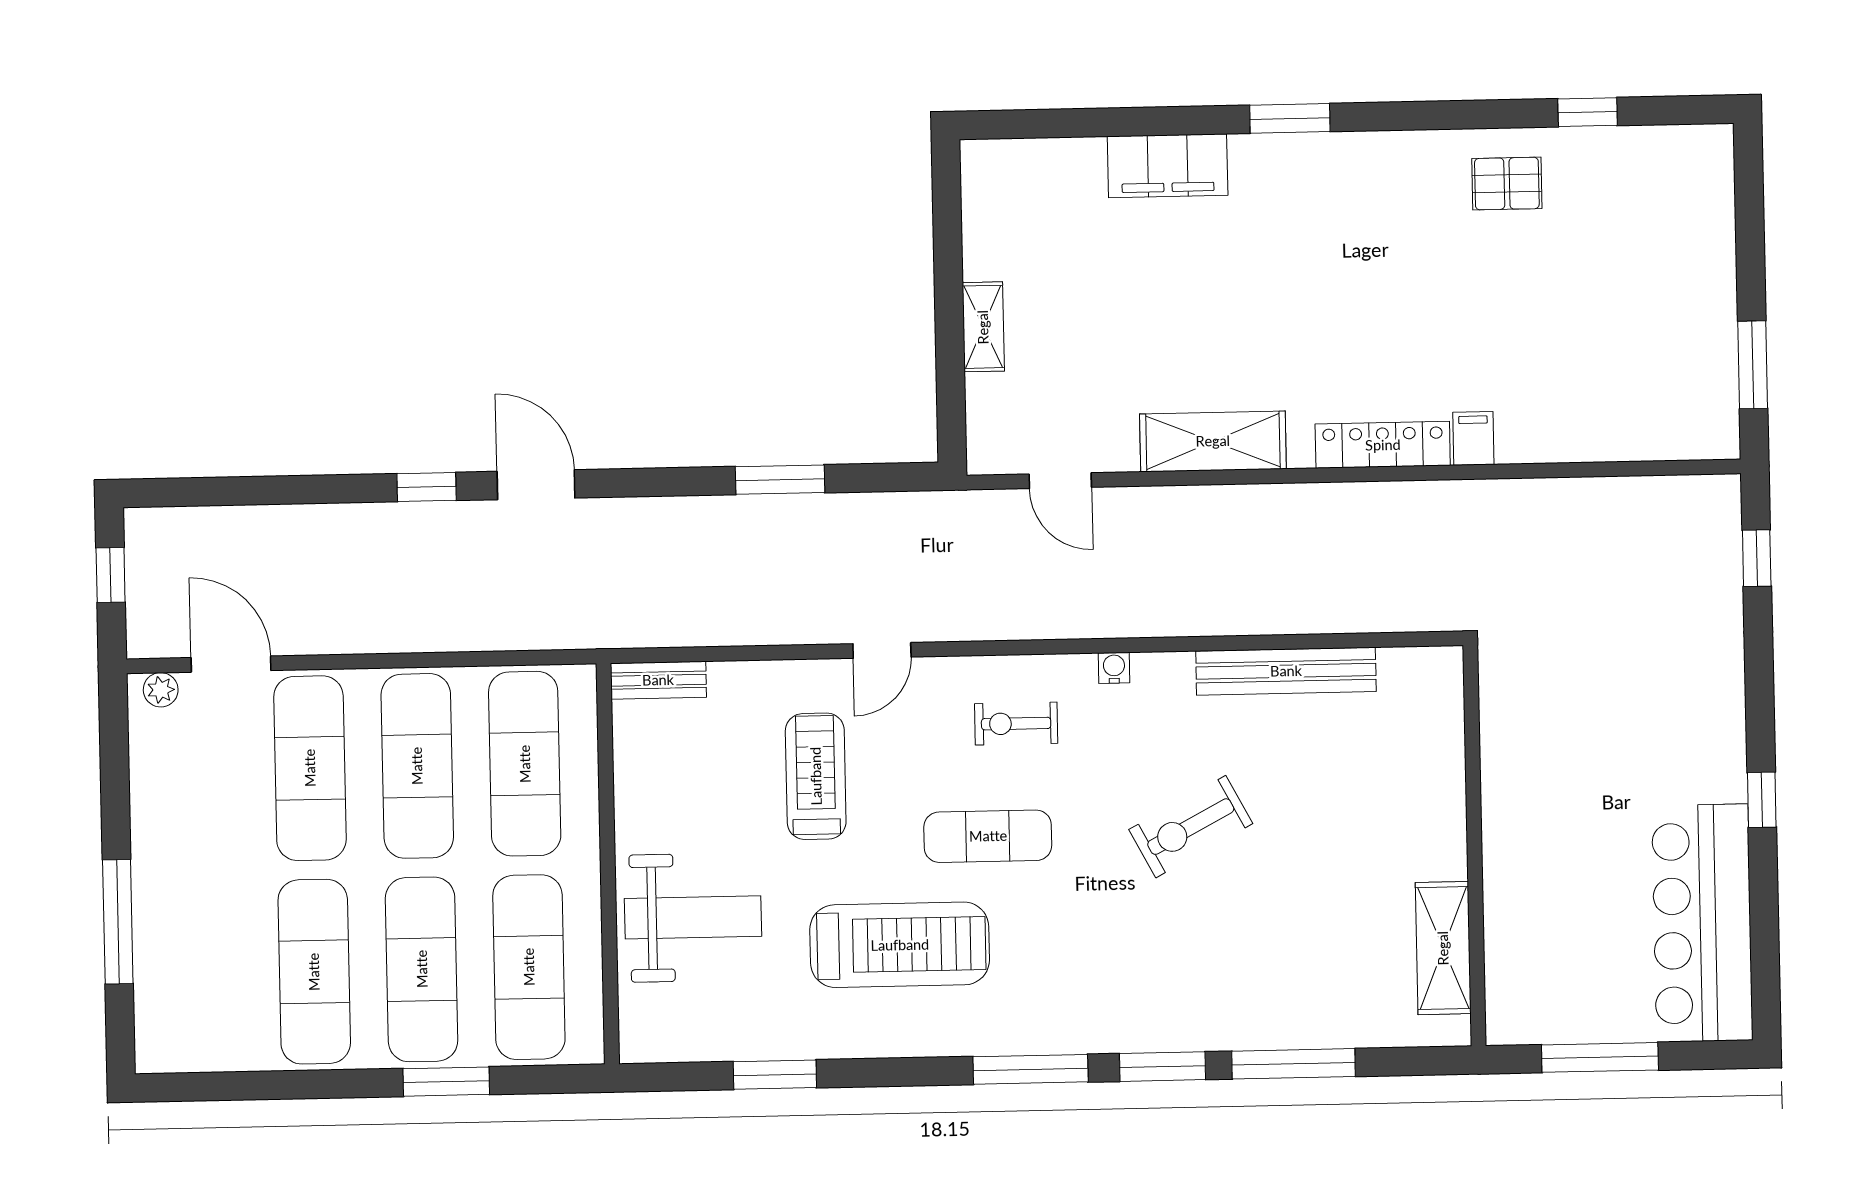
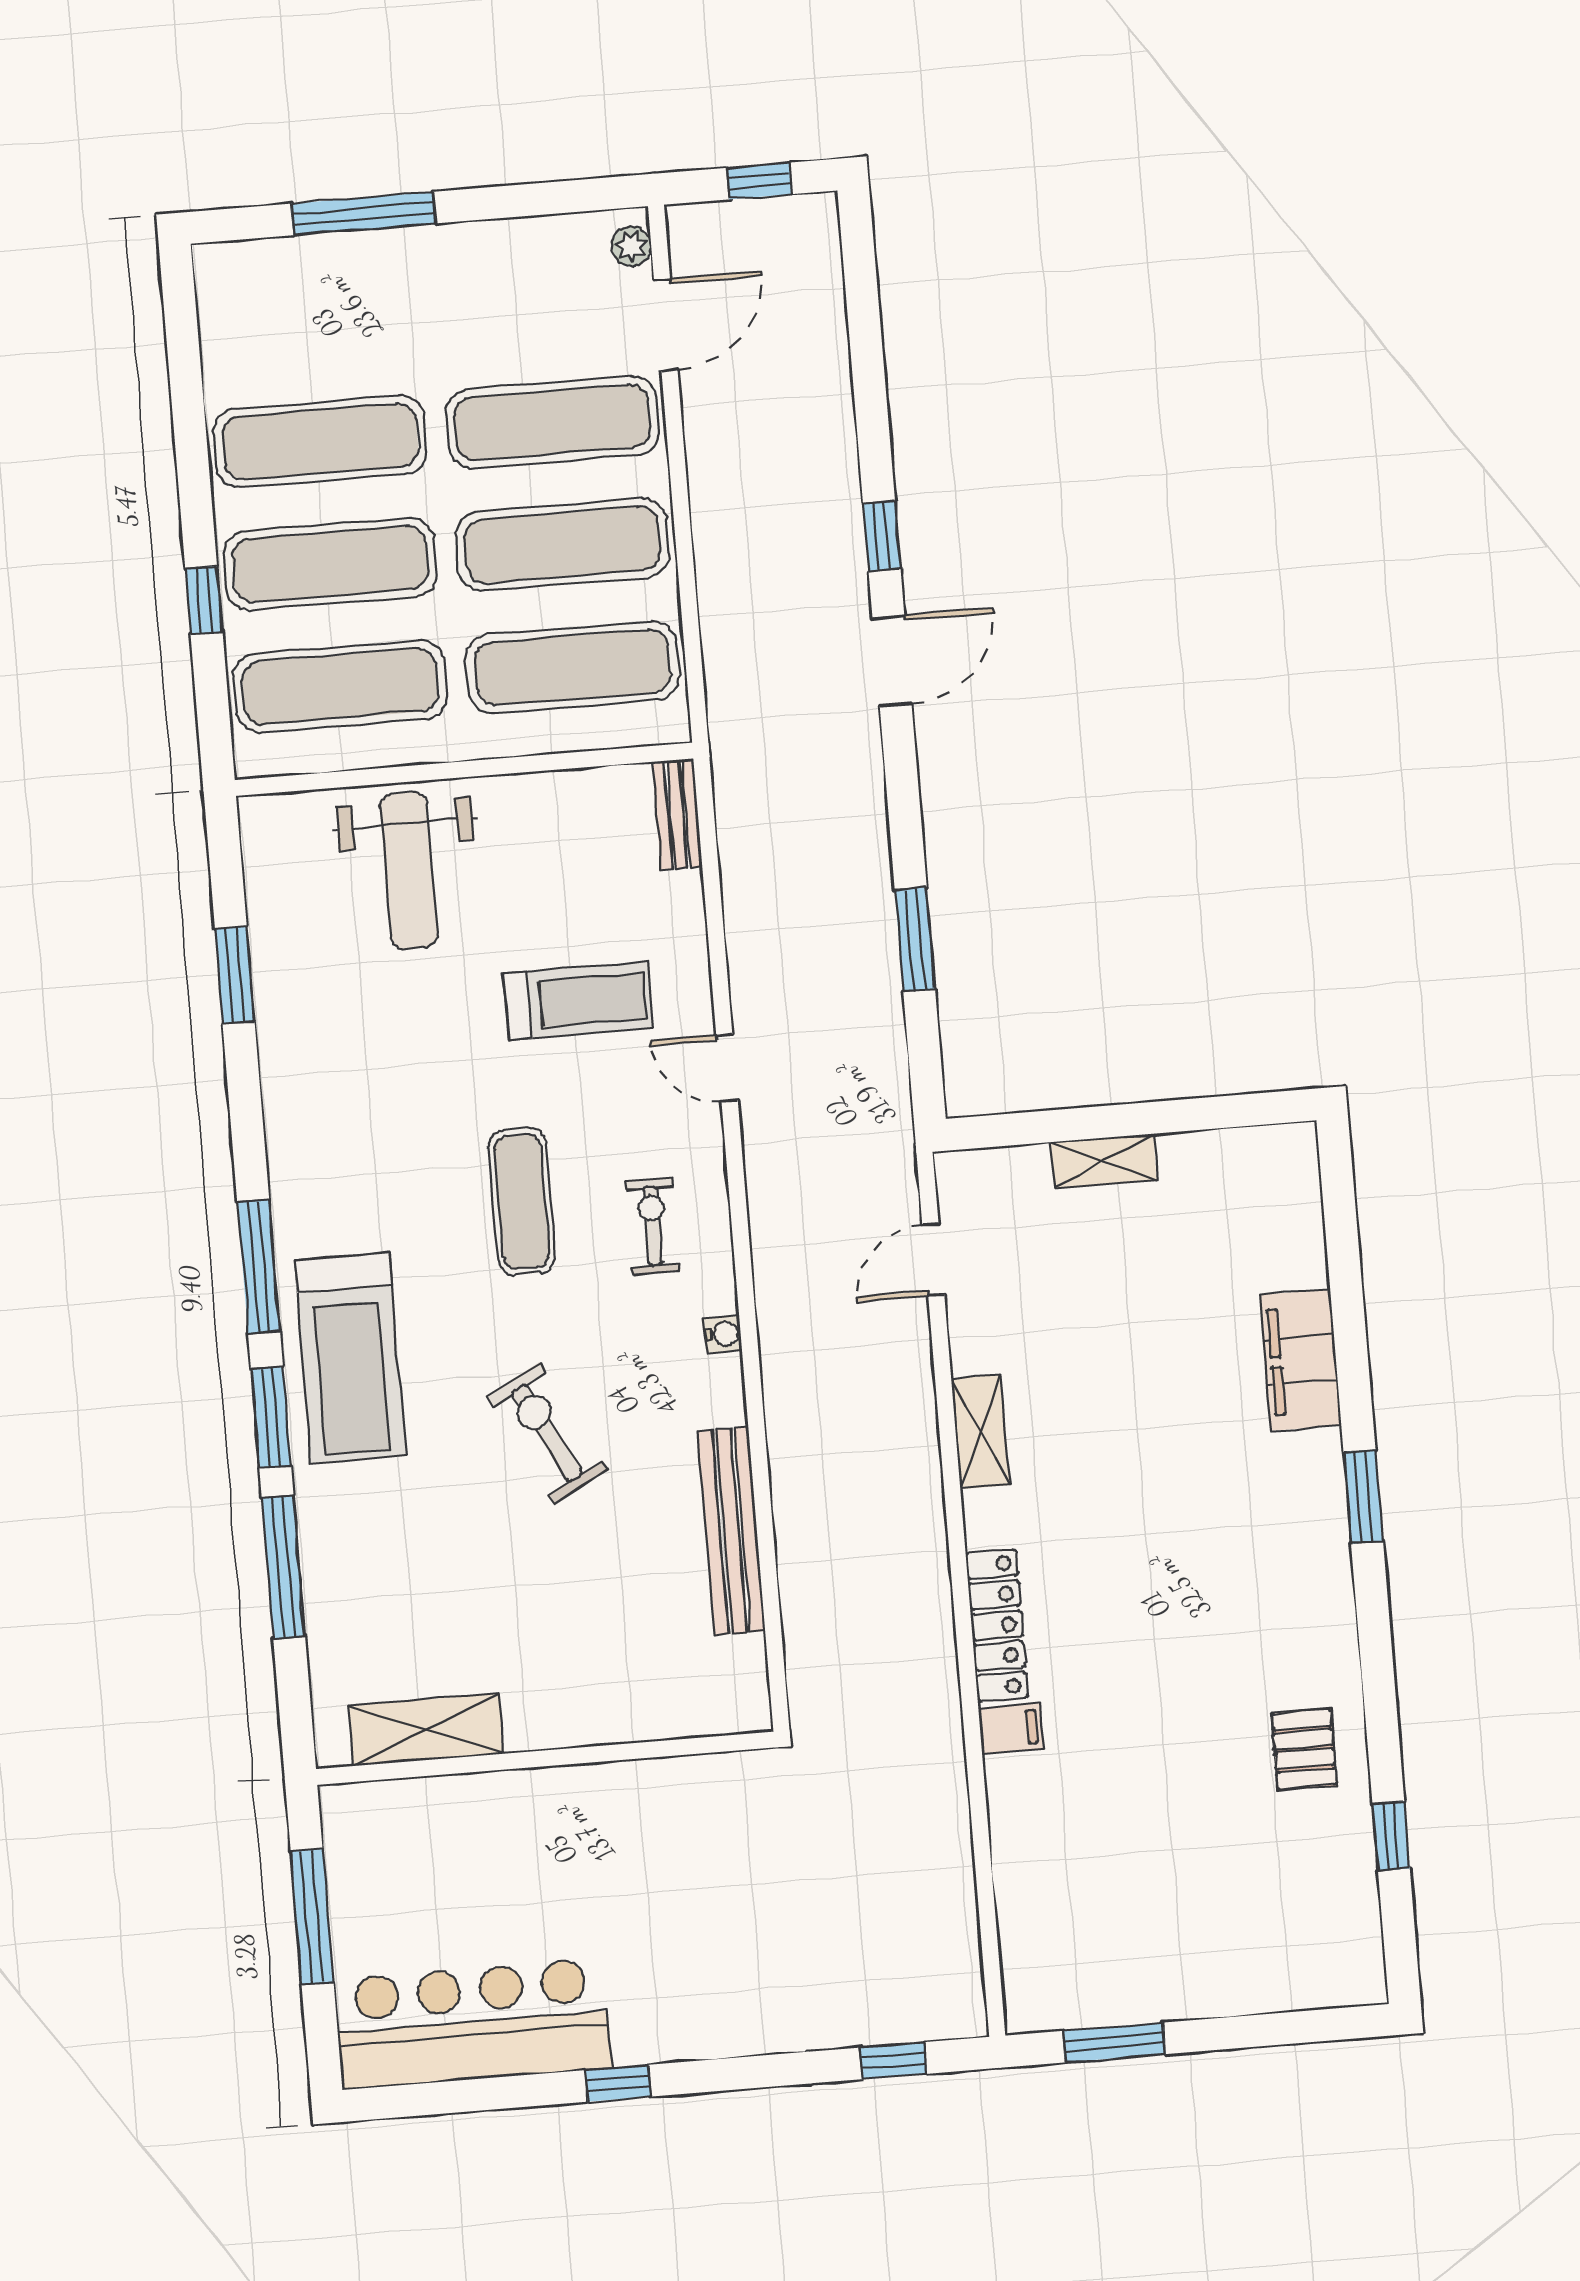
shelving: (1213, 441) -> (980, 1432), width x0.67, depth x0.75
treadmill: (900, 945) -> (350, 1358), moved
window: (446, 1082) -> (204, 600), width x0.67

